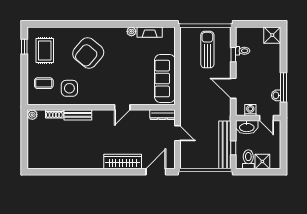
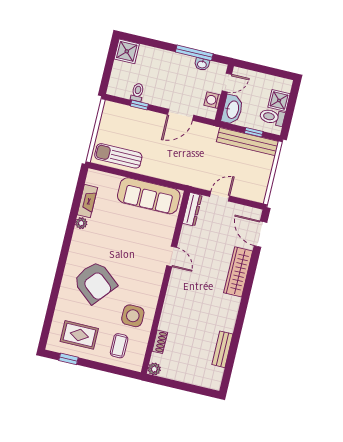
sun lounger: (207, 50) -> (118, 156), moved
bench: (78, 115) -> (222, 349), moved

